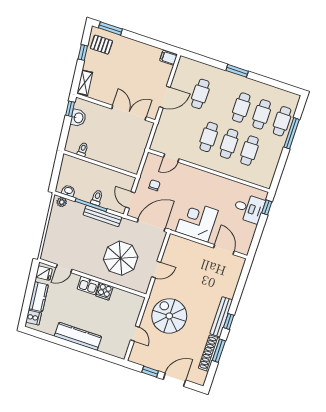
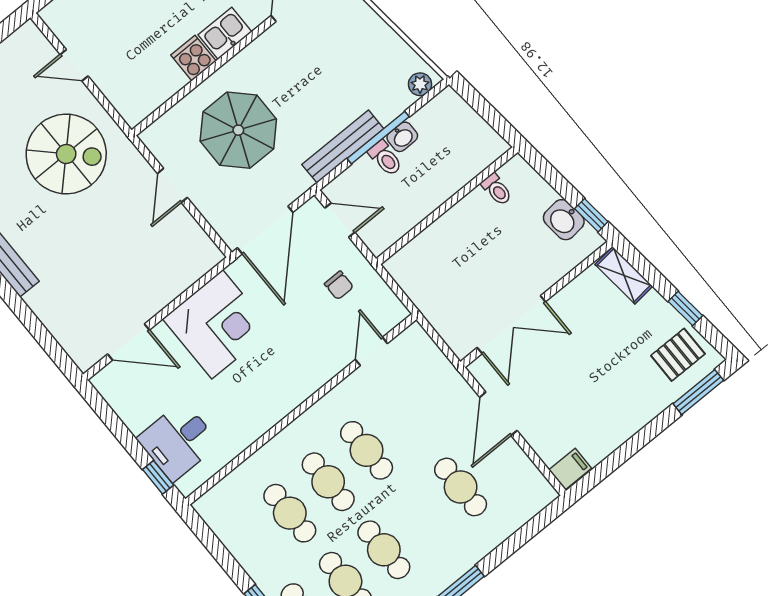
washbasin: (68, 191) -> (402, 137), moved

